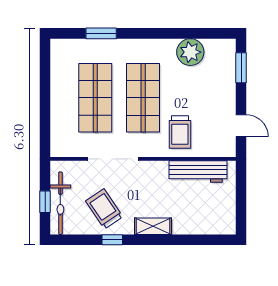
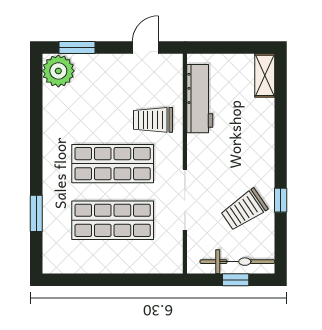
plant: (190, 52) -> (58, 71), moved
trolley: (180, 132) -> (153, 120), turned 180
shelving: (153, 226) -> (265, 75), moved

